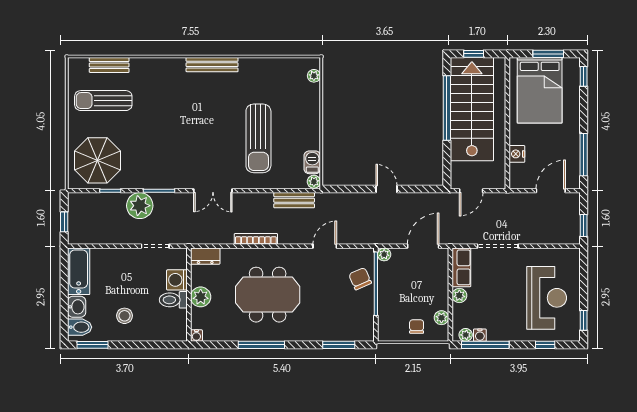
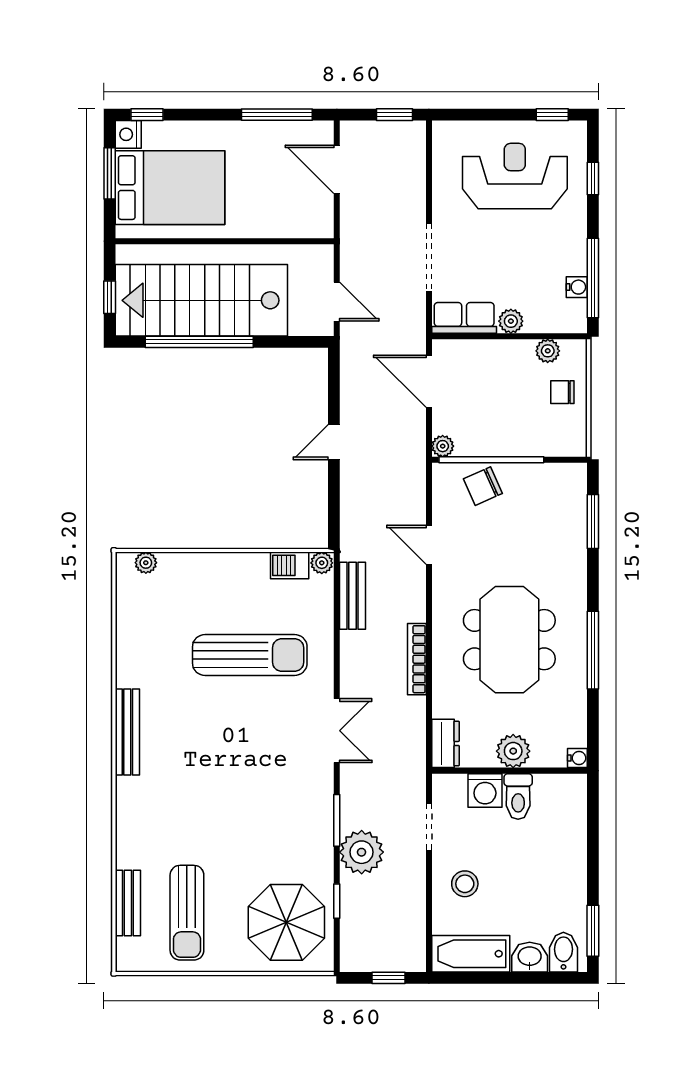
nightstand: (517, 154) -> (128, 134), moved, turned 90
stool: (124, 316) -> (465, 884), moved
plant: (466, 335) -> (576, 311), removed

